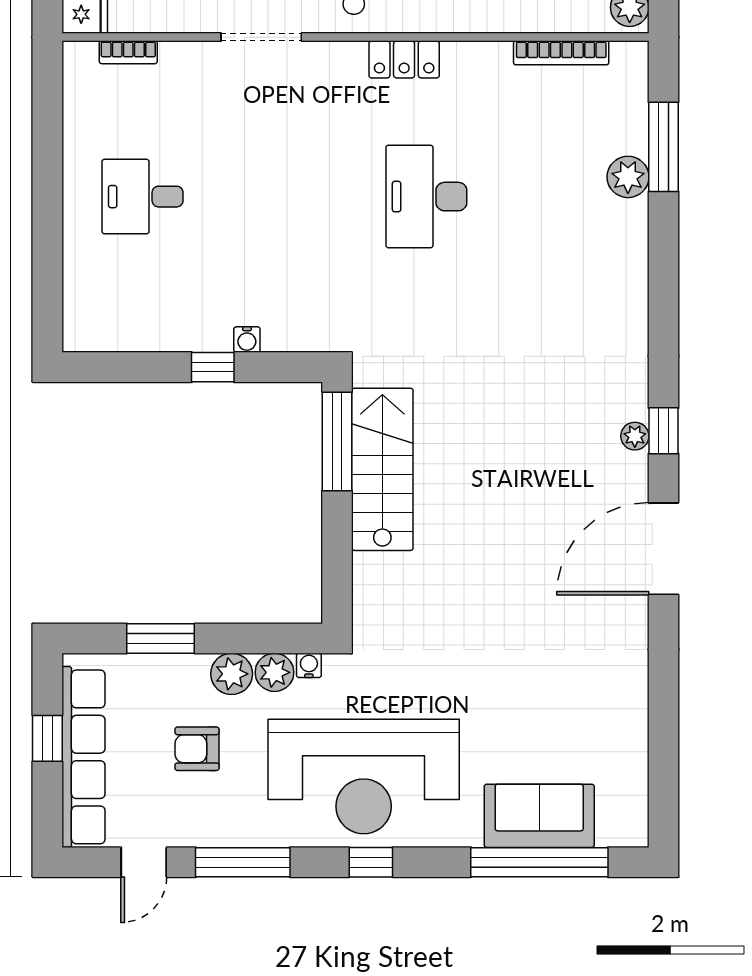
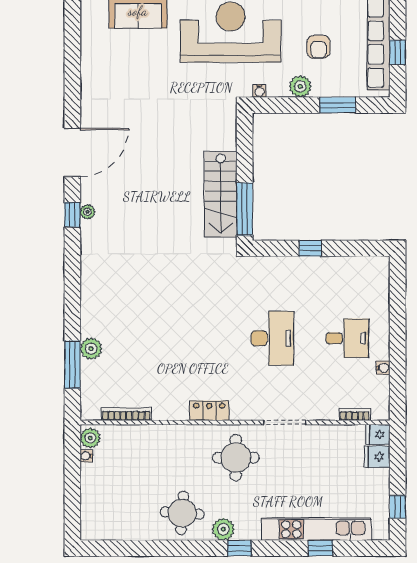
desk: (426, 197) -> (272, 338), moved
water cooler: (247, 340) -> (383, 368), moved, turned 90
plant: (274, 672) -> (278, 87), removed
armchair: (197, 749) -> (319, 47), turned 90

